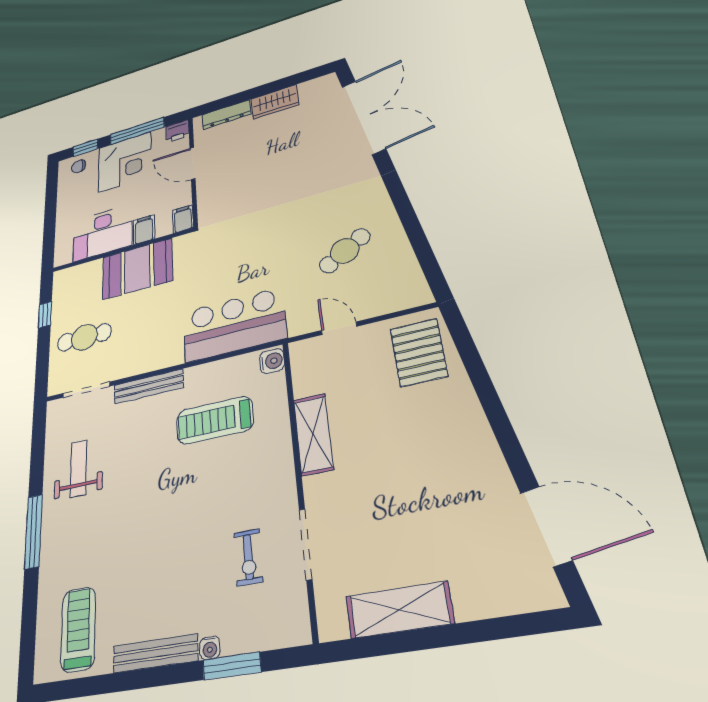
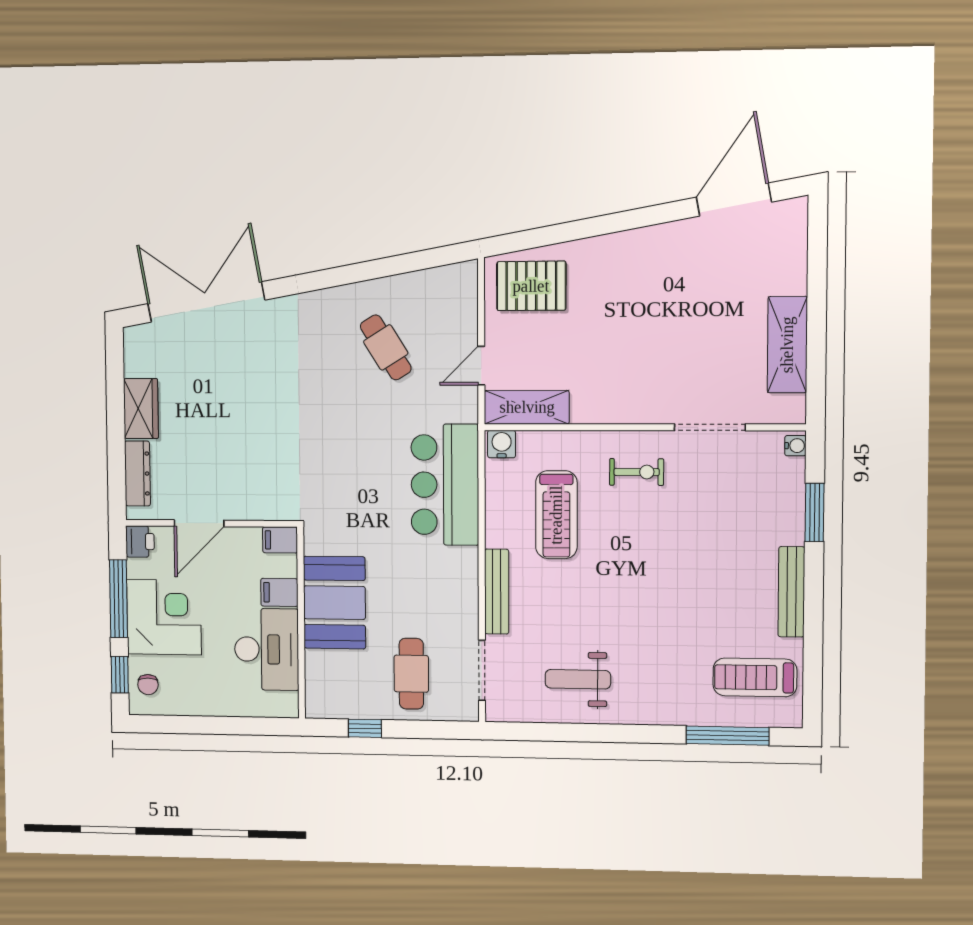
shelving: (313, 434) -> (527, 407), moved
window: (34, 531) -> (728, 736), moved
exercise bike: (248, 557) -> (637, 472), moved
water cooler: (210, 648) -> (795, 446), moved

